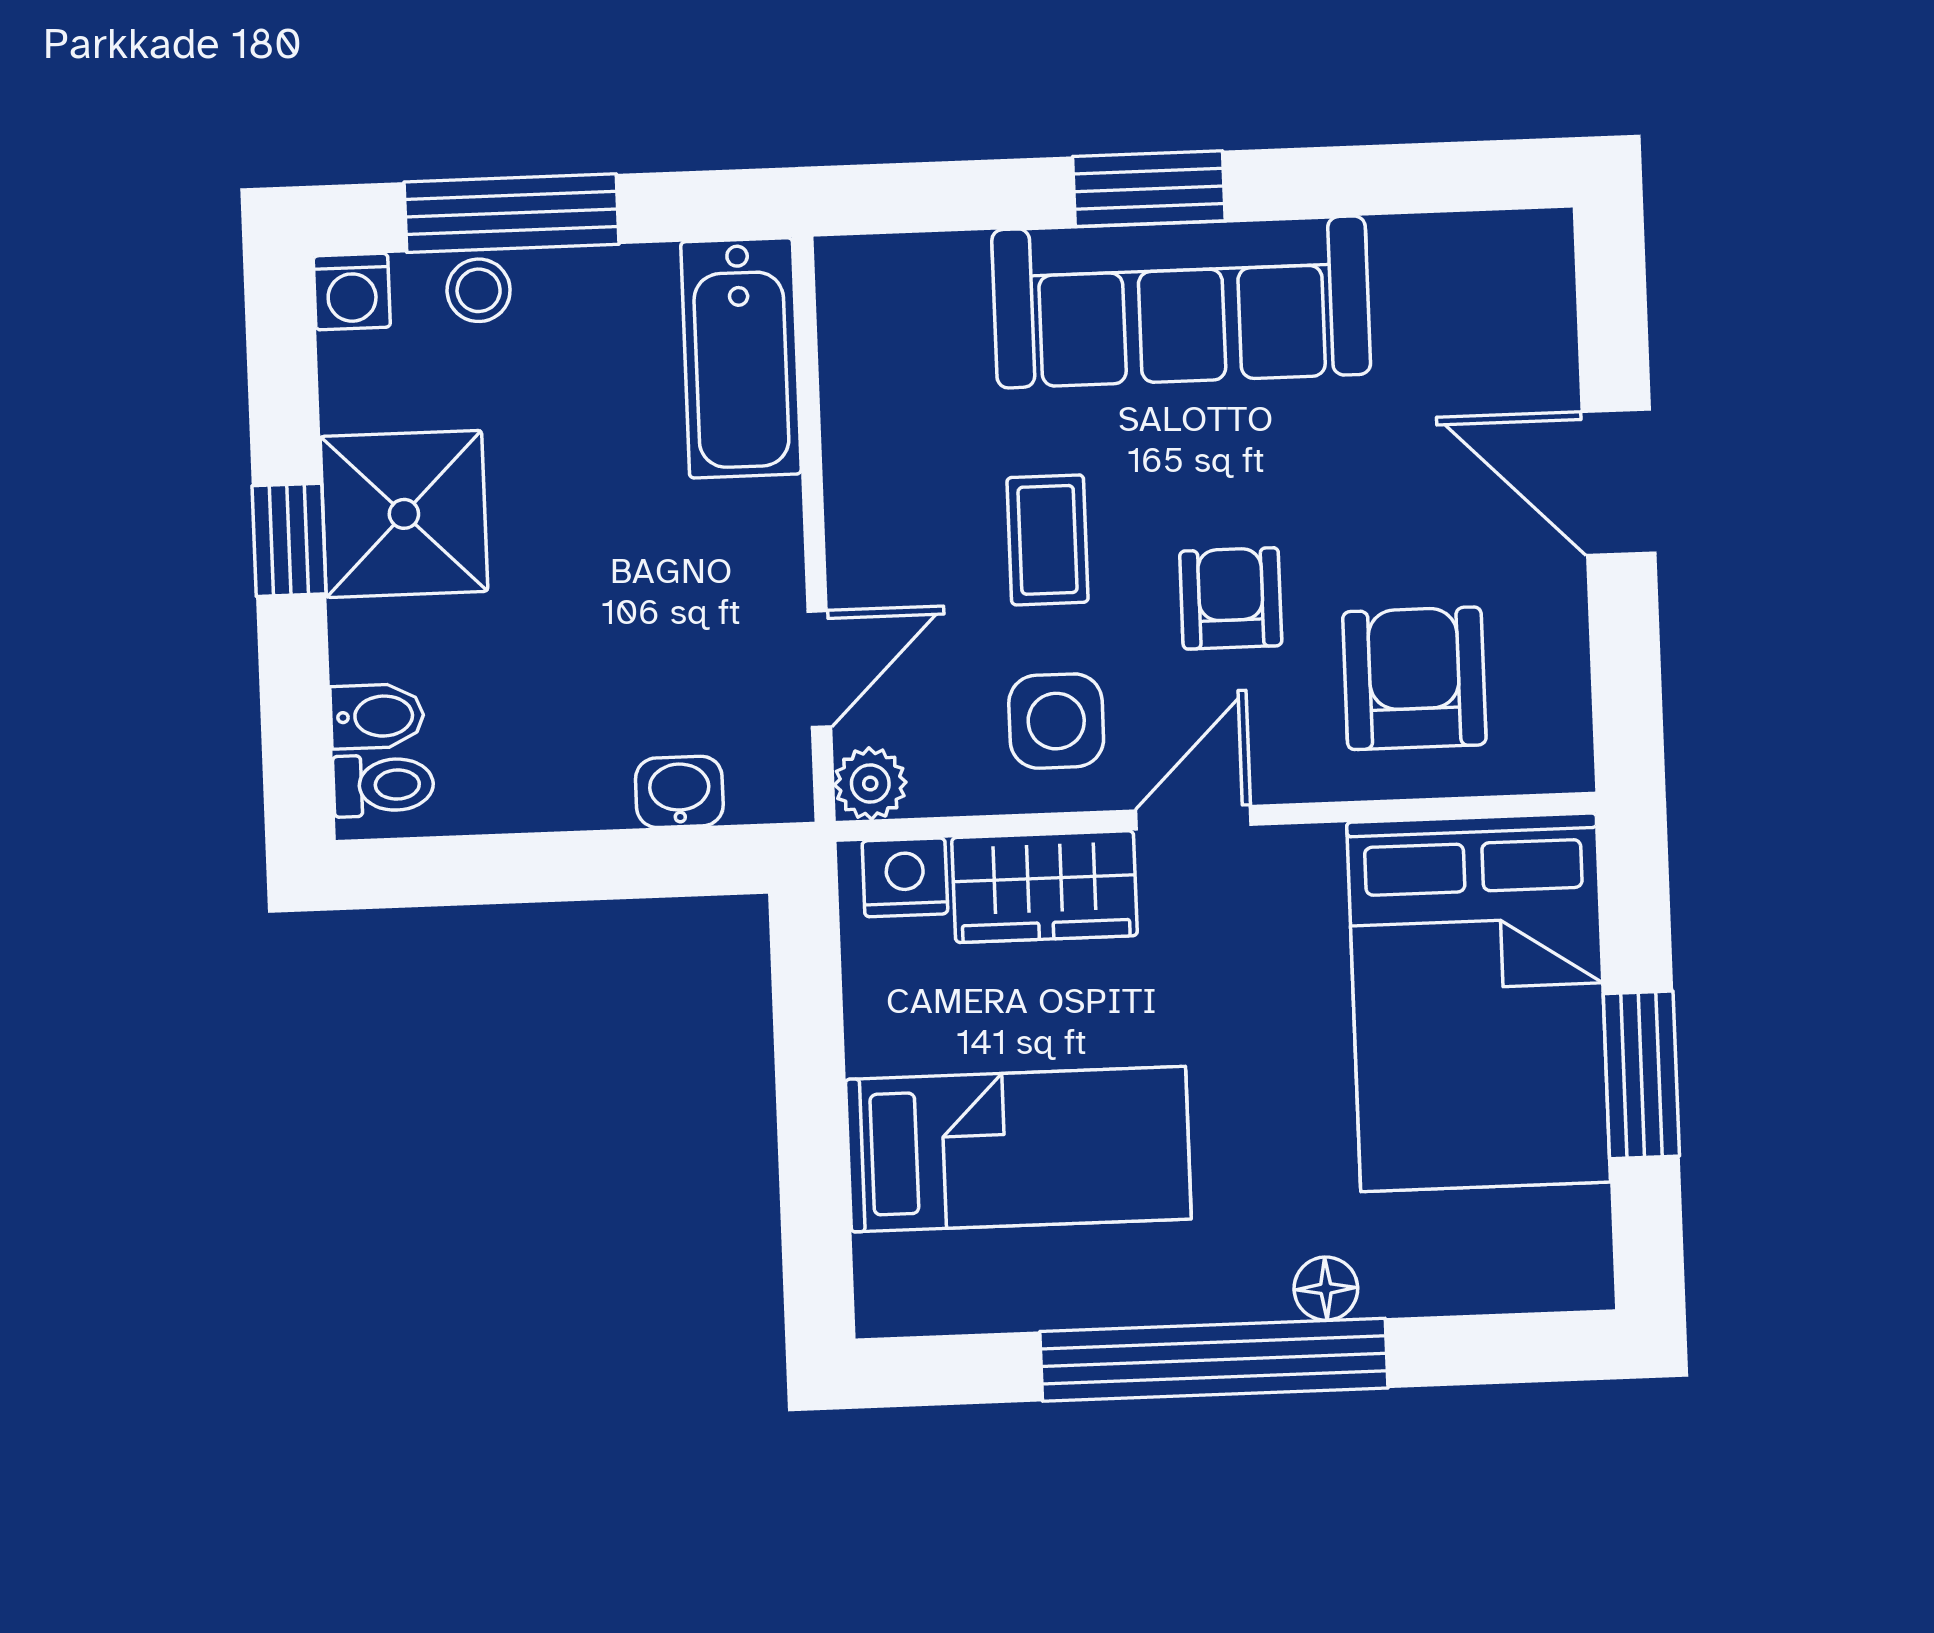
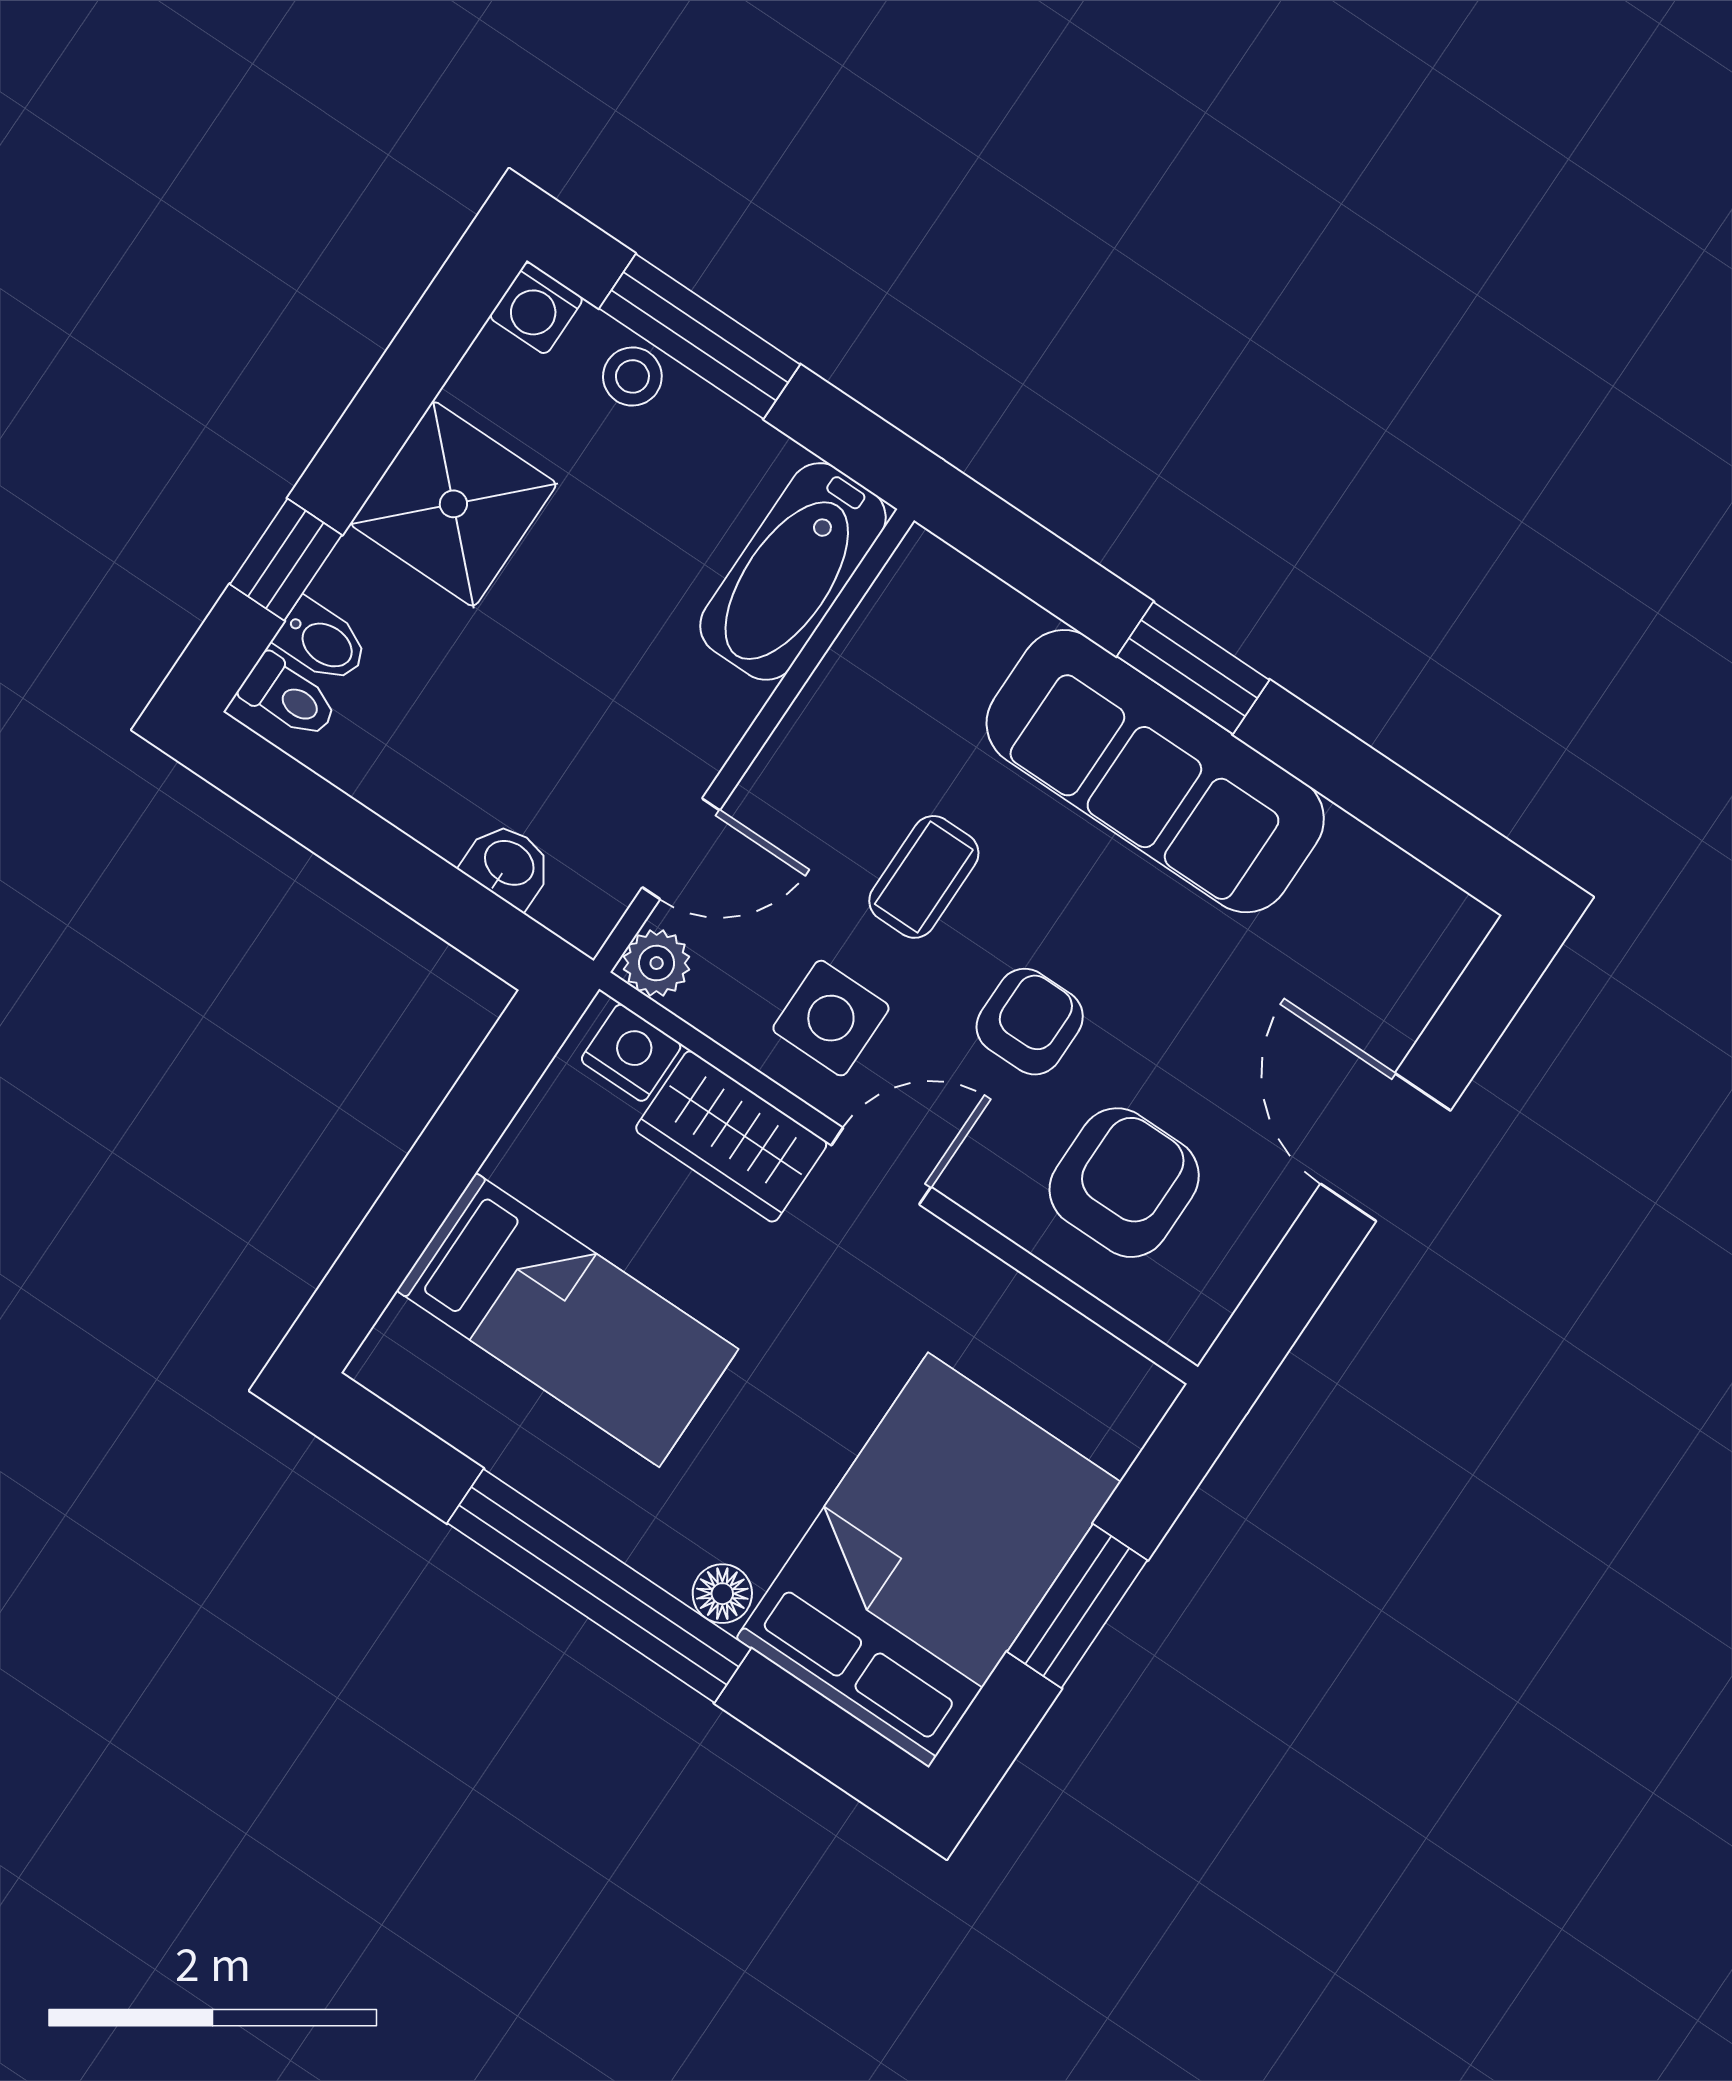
window: (289, 540) -> (286, 560), moved
bed: (1478, 1002) -> (928, 1560), moved, turned 180

